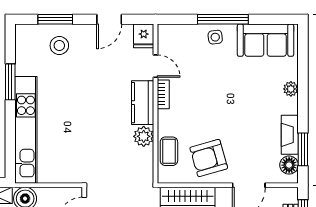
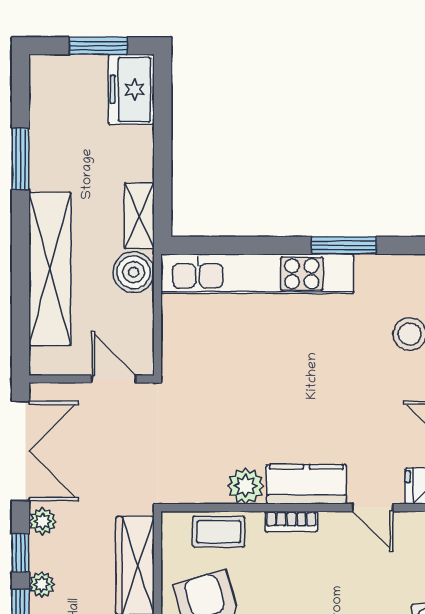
door: (156, 66) -> (373, 508), hinge flipped
bookcase: (163, 94) -> (291, 521), moved

